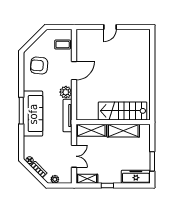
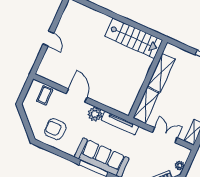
armchair: (39, 66) -> (55, 129), turned 85
stairs: (122, 111) -> (134, 38), moved, turned -90

